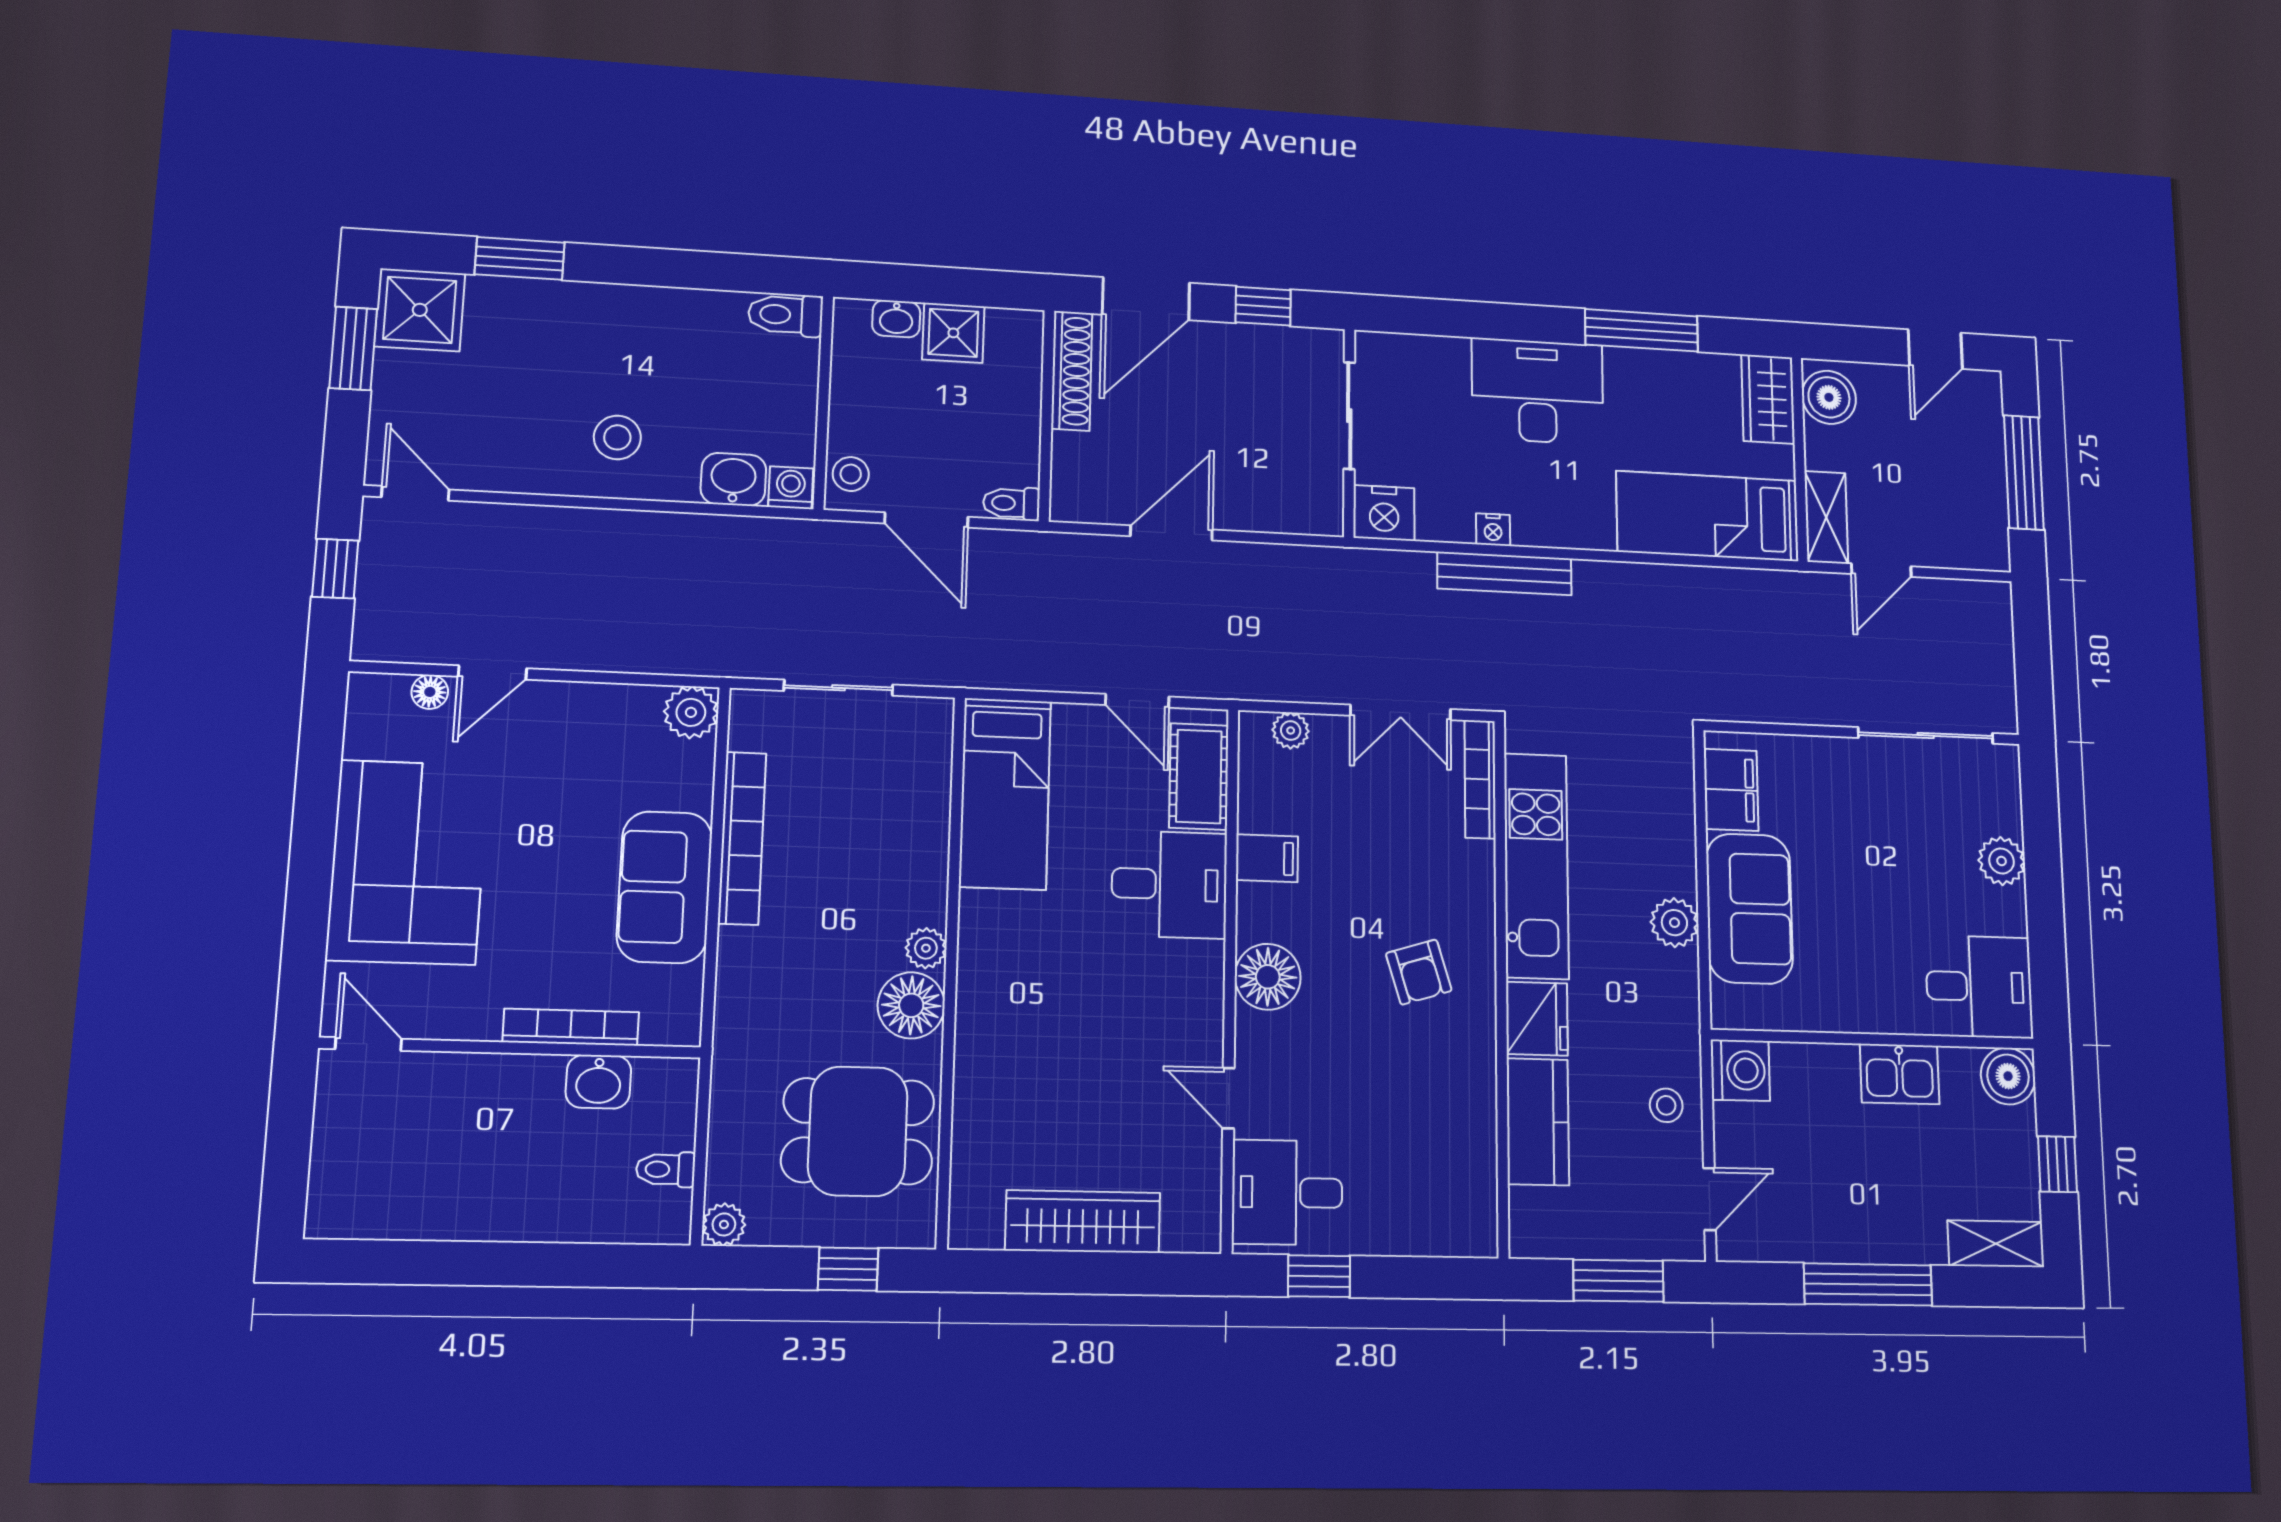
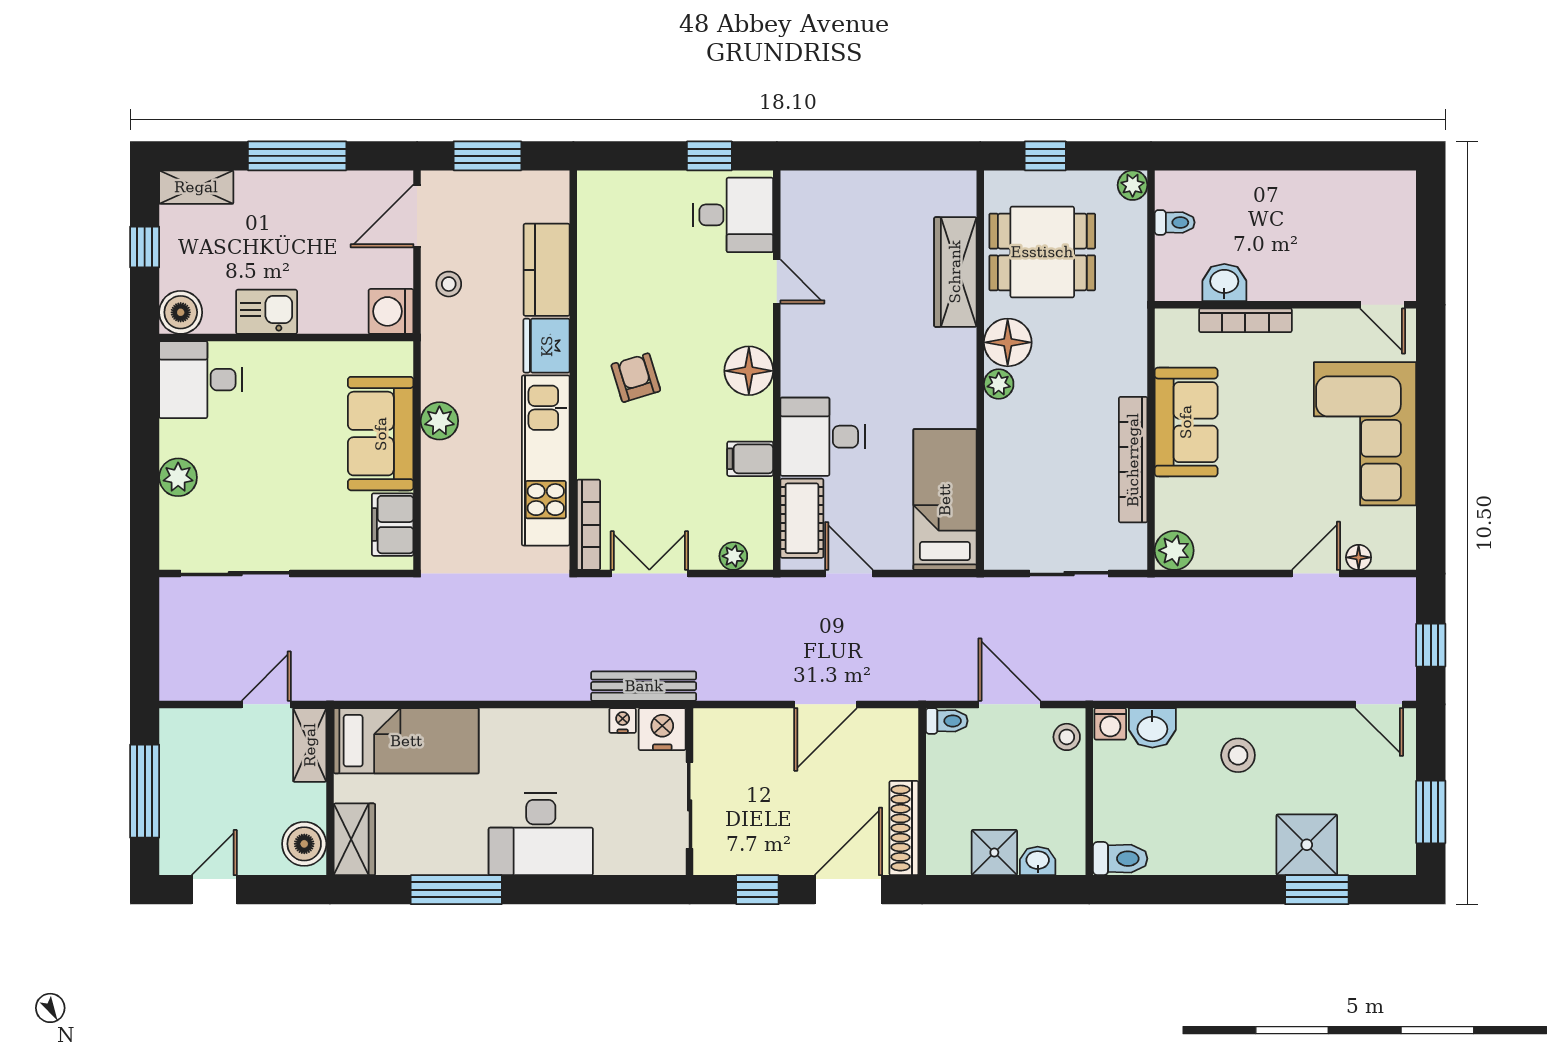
shower: (420, 310) -> (1307, 845), moved
nightstand: (1493, 530) -> (623, 721), moved
bench: (1504, 573) -> (644, 686), moved
door: (1709, 1199) -> (417, 216), width x1.38
wardrobe: (1083, 1222) -> (955, 272), moved, turned 90

